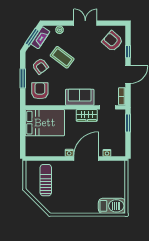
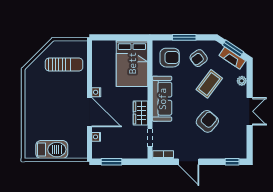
armchair: (112, 41) -> (207, 121), moved
window: (128, 52) -> (232, 162), moved
sofa: (80, 97) -> (162, 99), width x1.36
window: (128, 123) -> (111, 162), moved
barbecue: (112, 206) -> (52, 150), moved, turned -90

